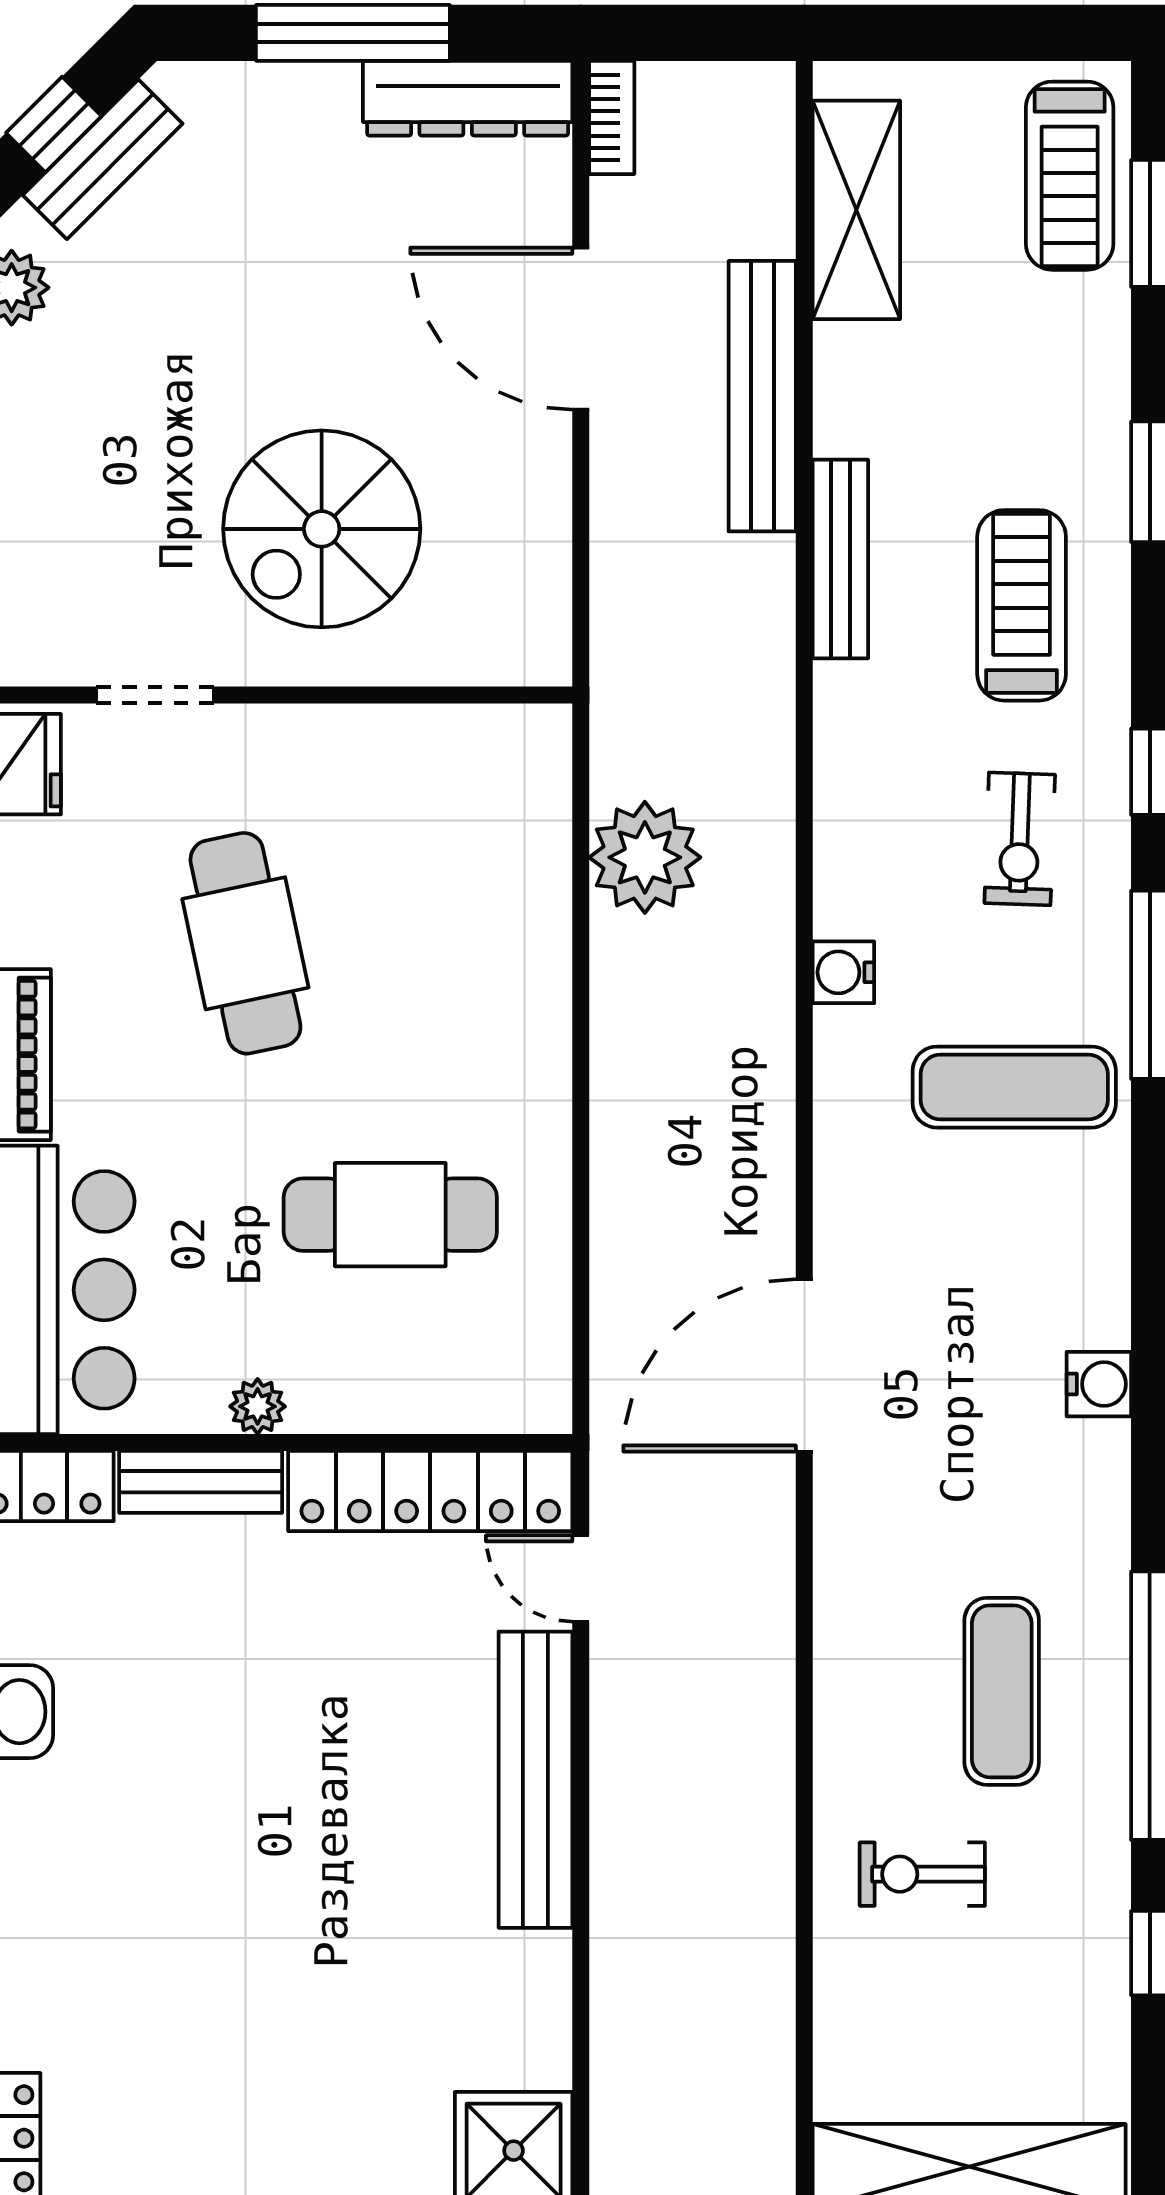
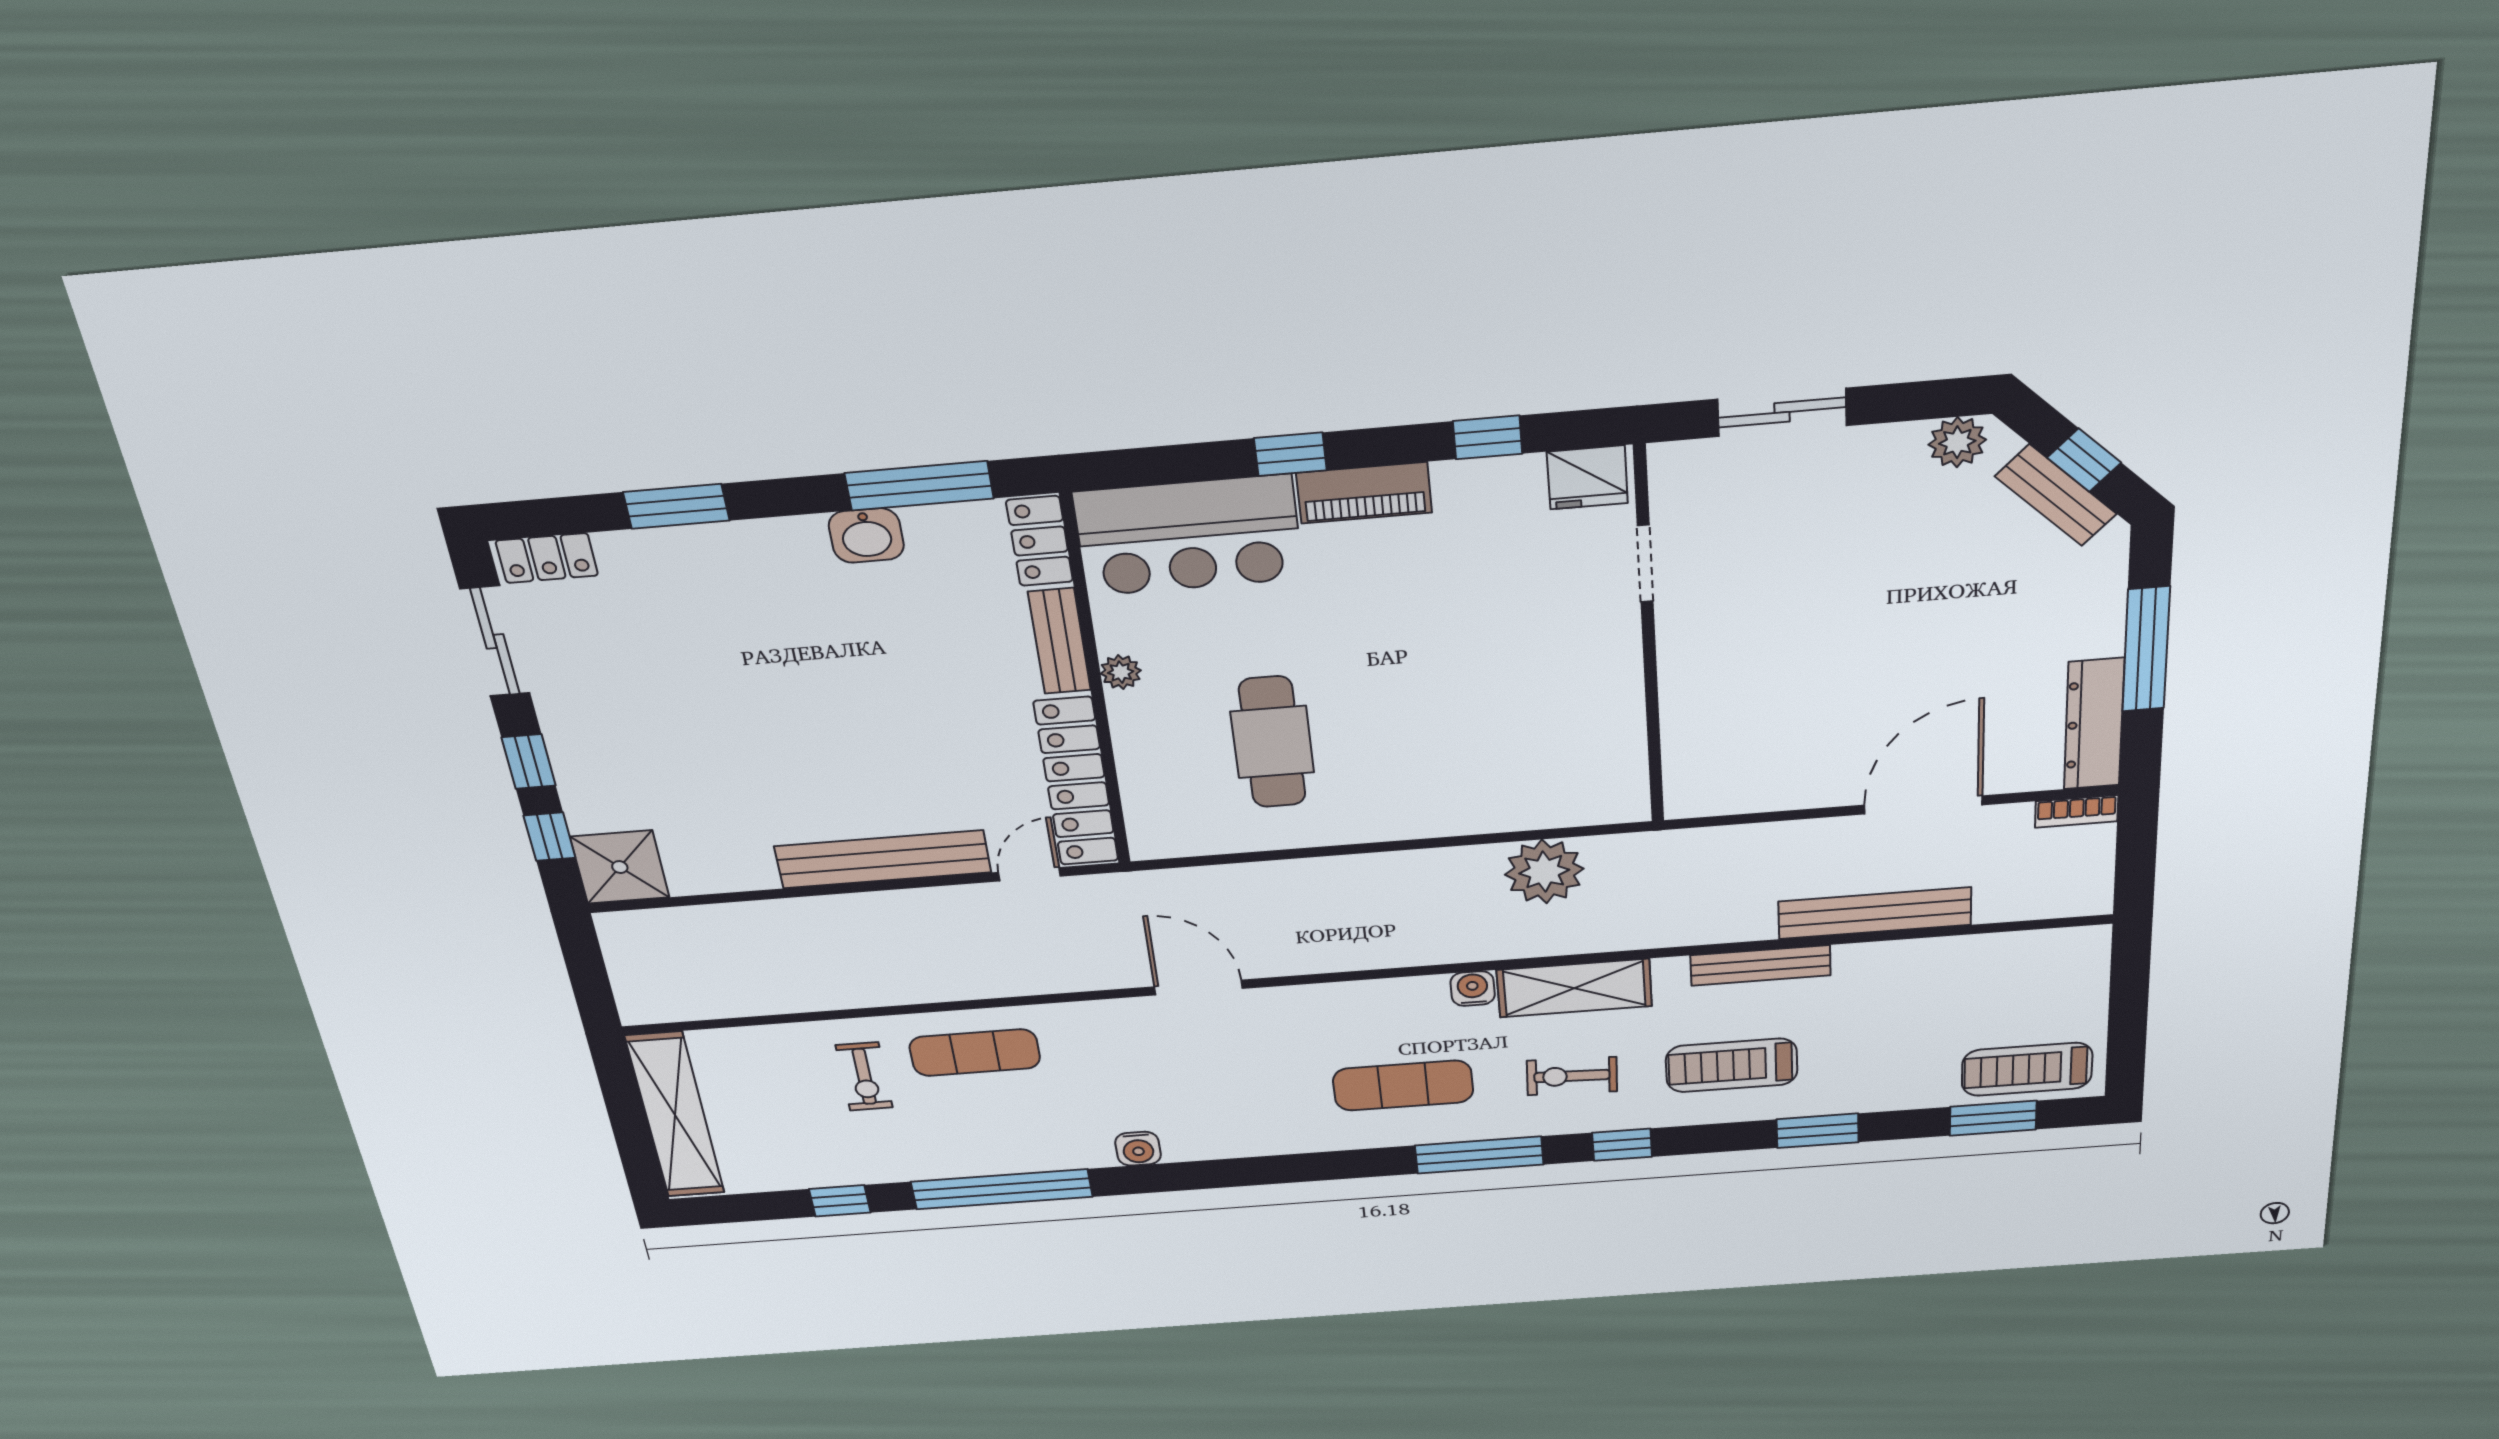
shelving: (856, 210) -> (1574, 988), moved
spiral stairs: (322, 529) -> (1774, 660), removed
treadmill: (1022, 605) -> (1732, 1065), turned 180
cafe table: (245, 943) -> (1462, 637), removed
exercise mat: (1014, 1087) -> (1403, 1085), turned 90
door: (804, 1365) -> (1198, 988), width x0.73
water cooler: (1099, 1384) -> (1138, 1149), moved
exercise mat: (1002, 1691) -> (975, 1053), moved
exercise bike: (922, 1874) -> (864, 1076), turned 180

